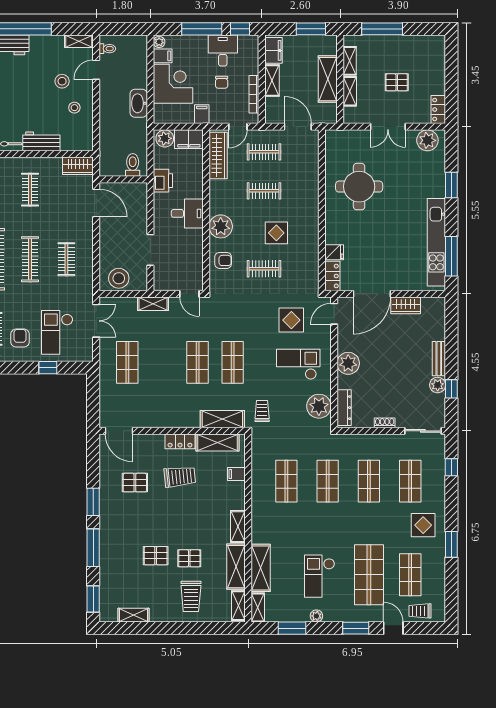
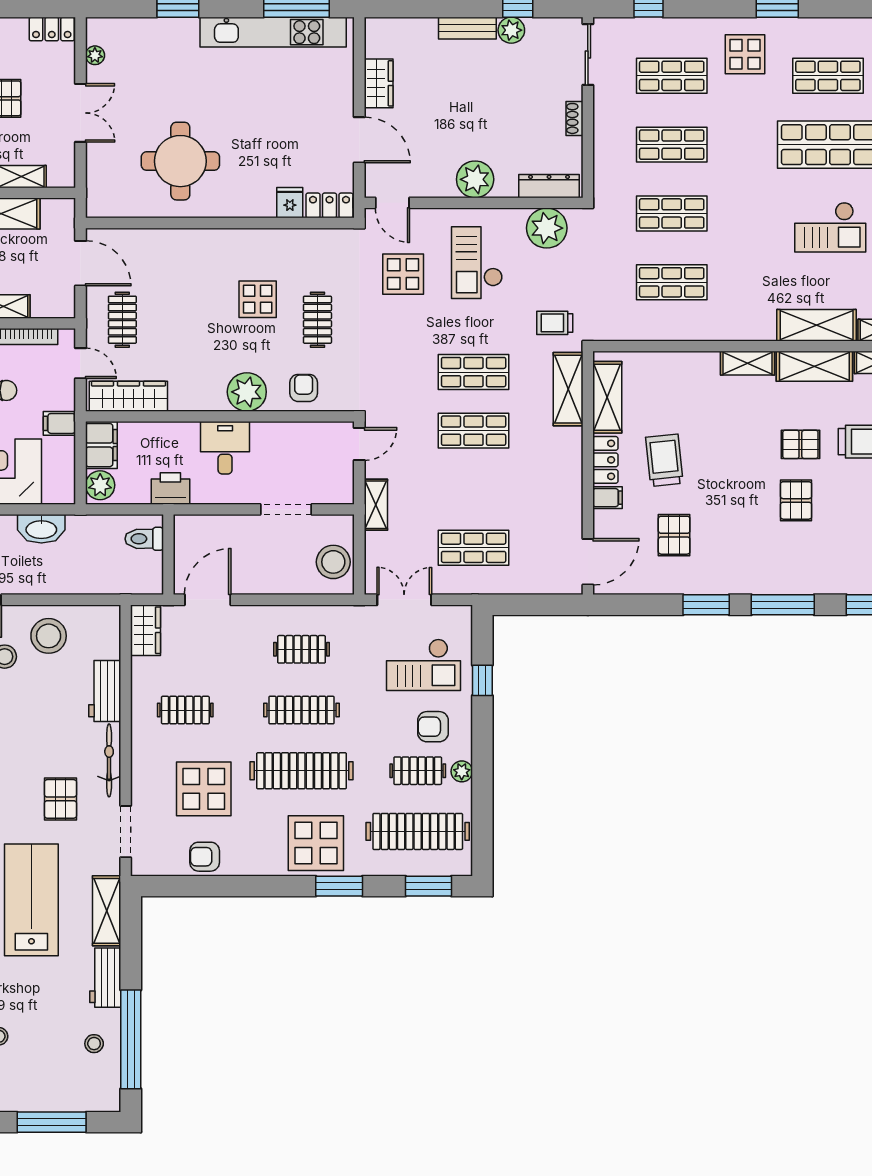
stool: (74, 108) -> (49, 636), width x1.89, depth x1.89
door: (298, 127) -> (80, 263), swing flipped
plant: (427, 140) -> (95, 55), width x0.53, depth x0.53
clothes rail: (264, 191) -> (187, 320), removed
door: (372, 294) -> (359, 140), width x0.73
filing cabinet: (236, 474) -> (608, 498), moved, turned -90
pallet: (189, 558) -> (800, 444), turned 90

